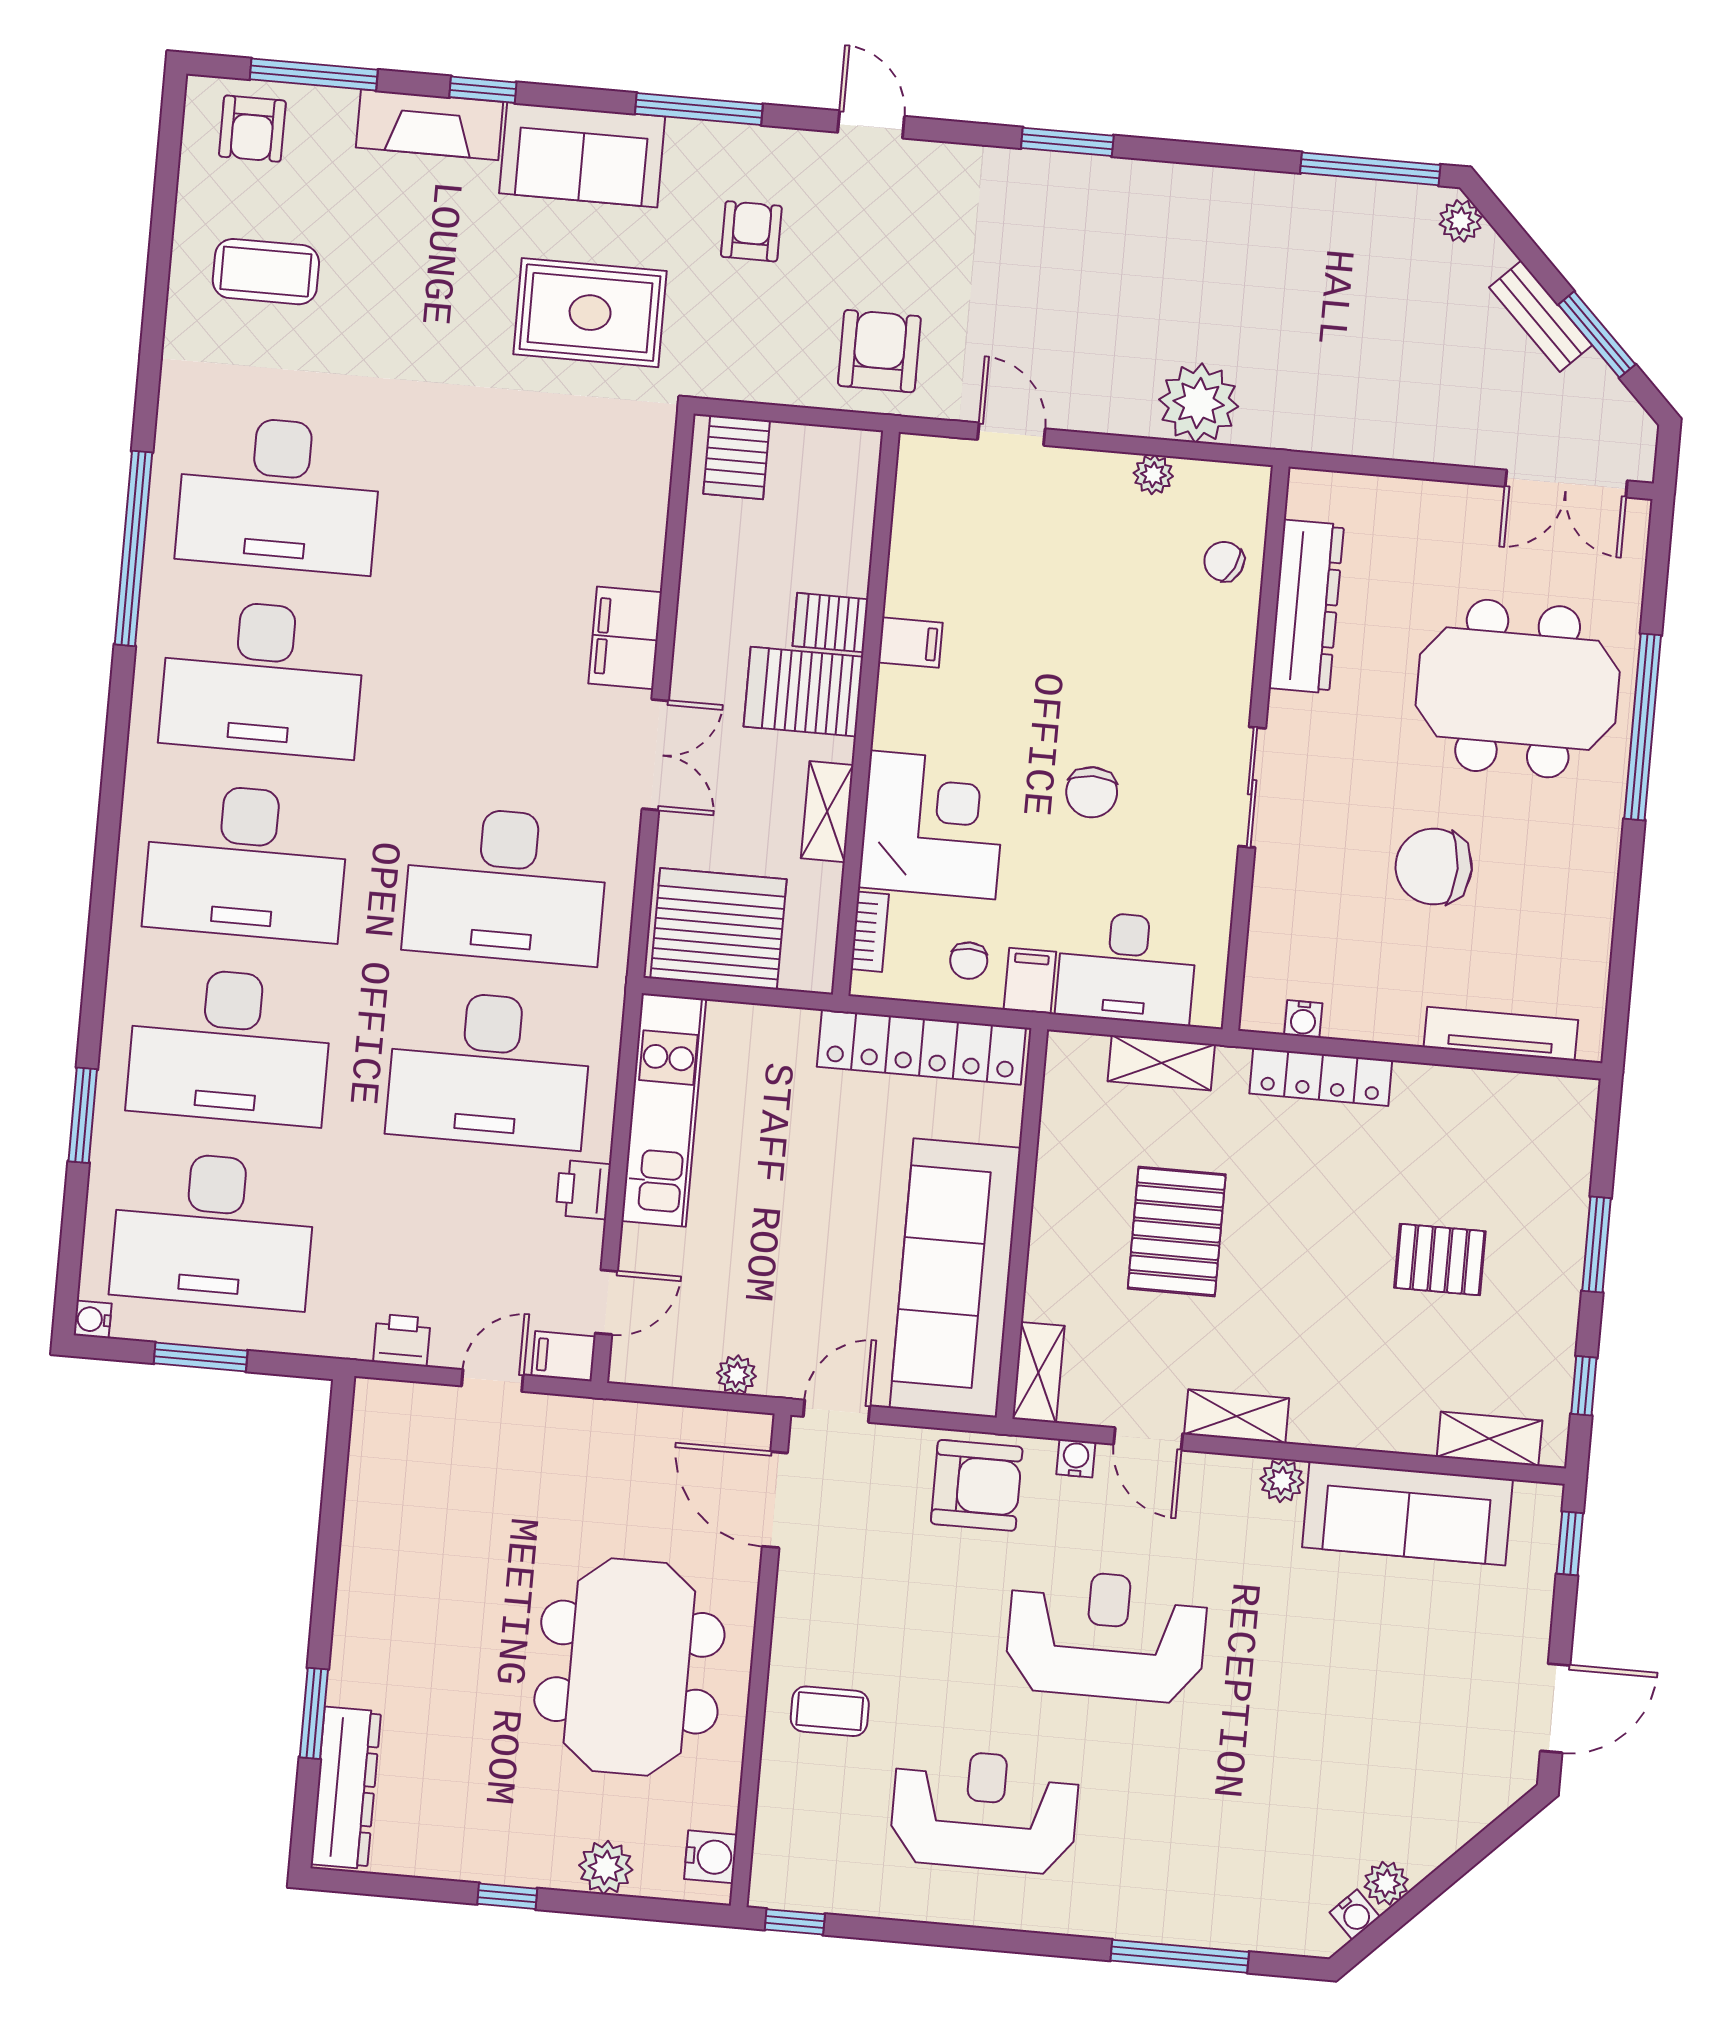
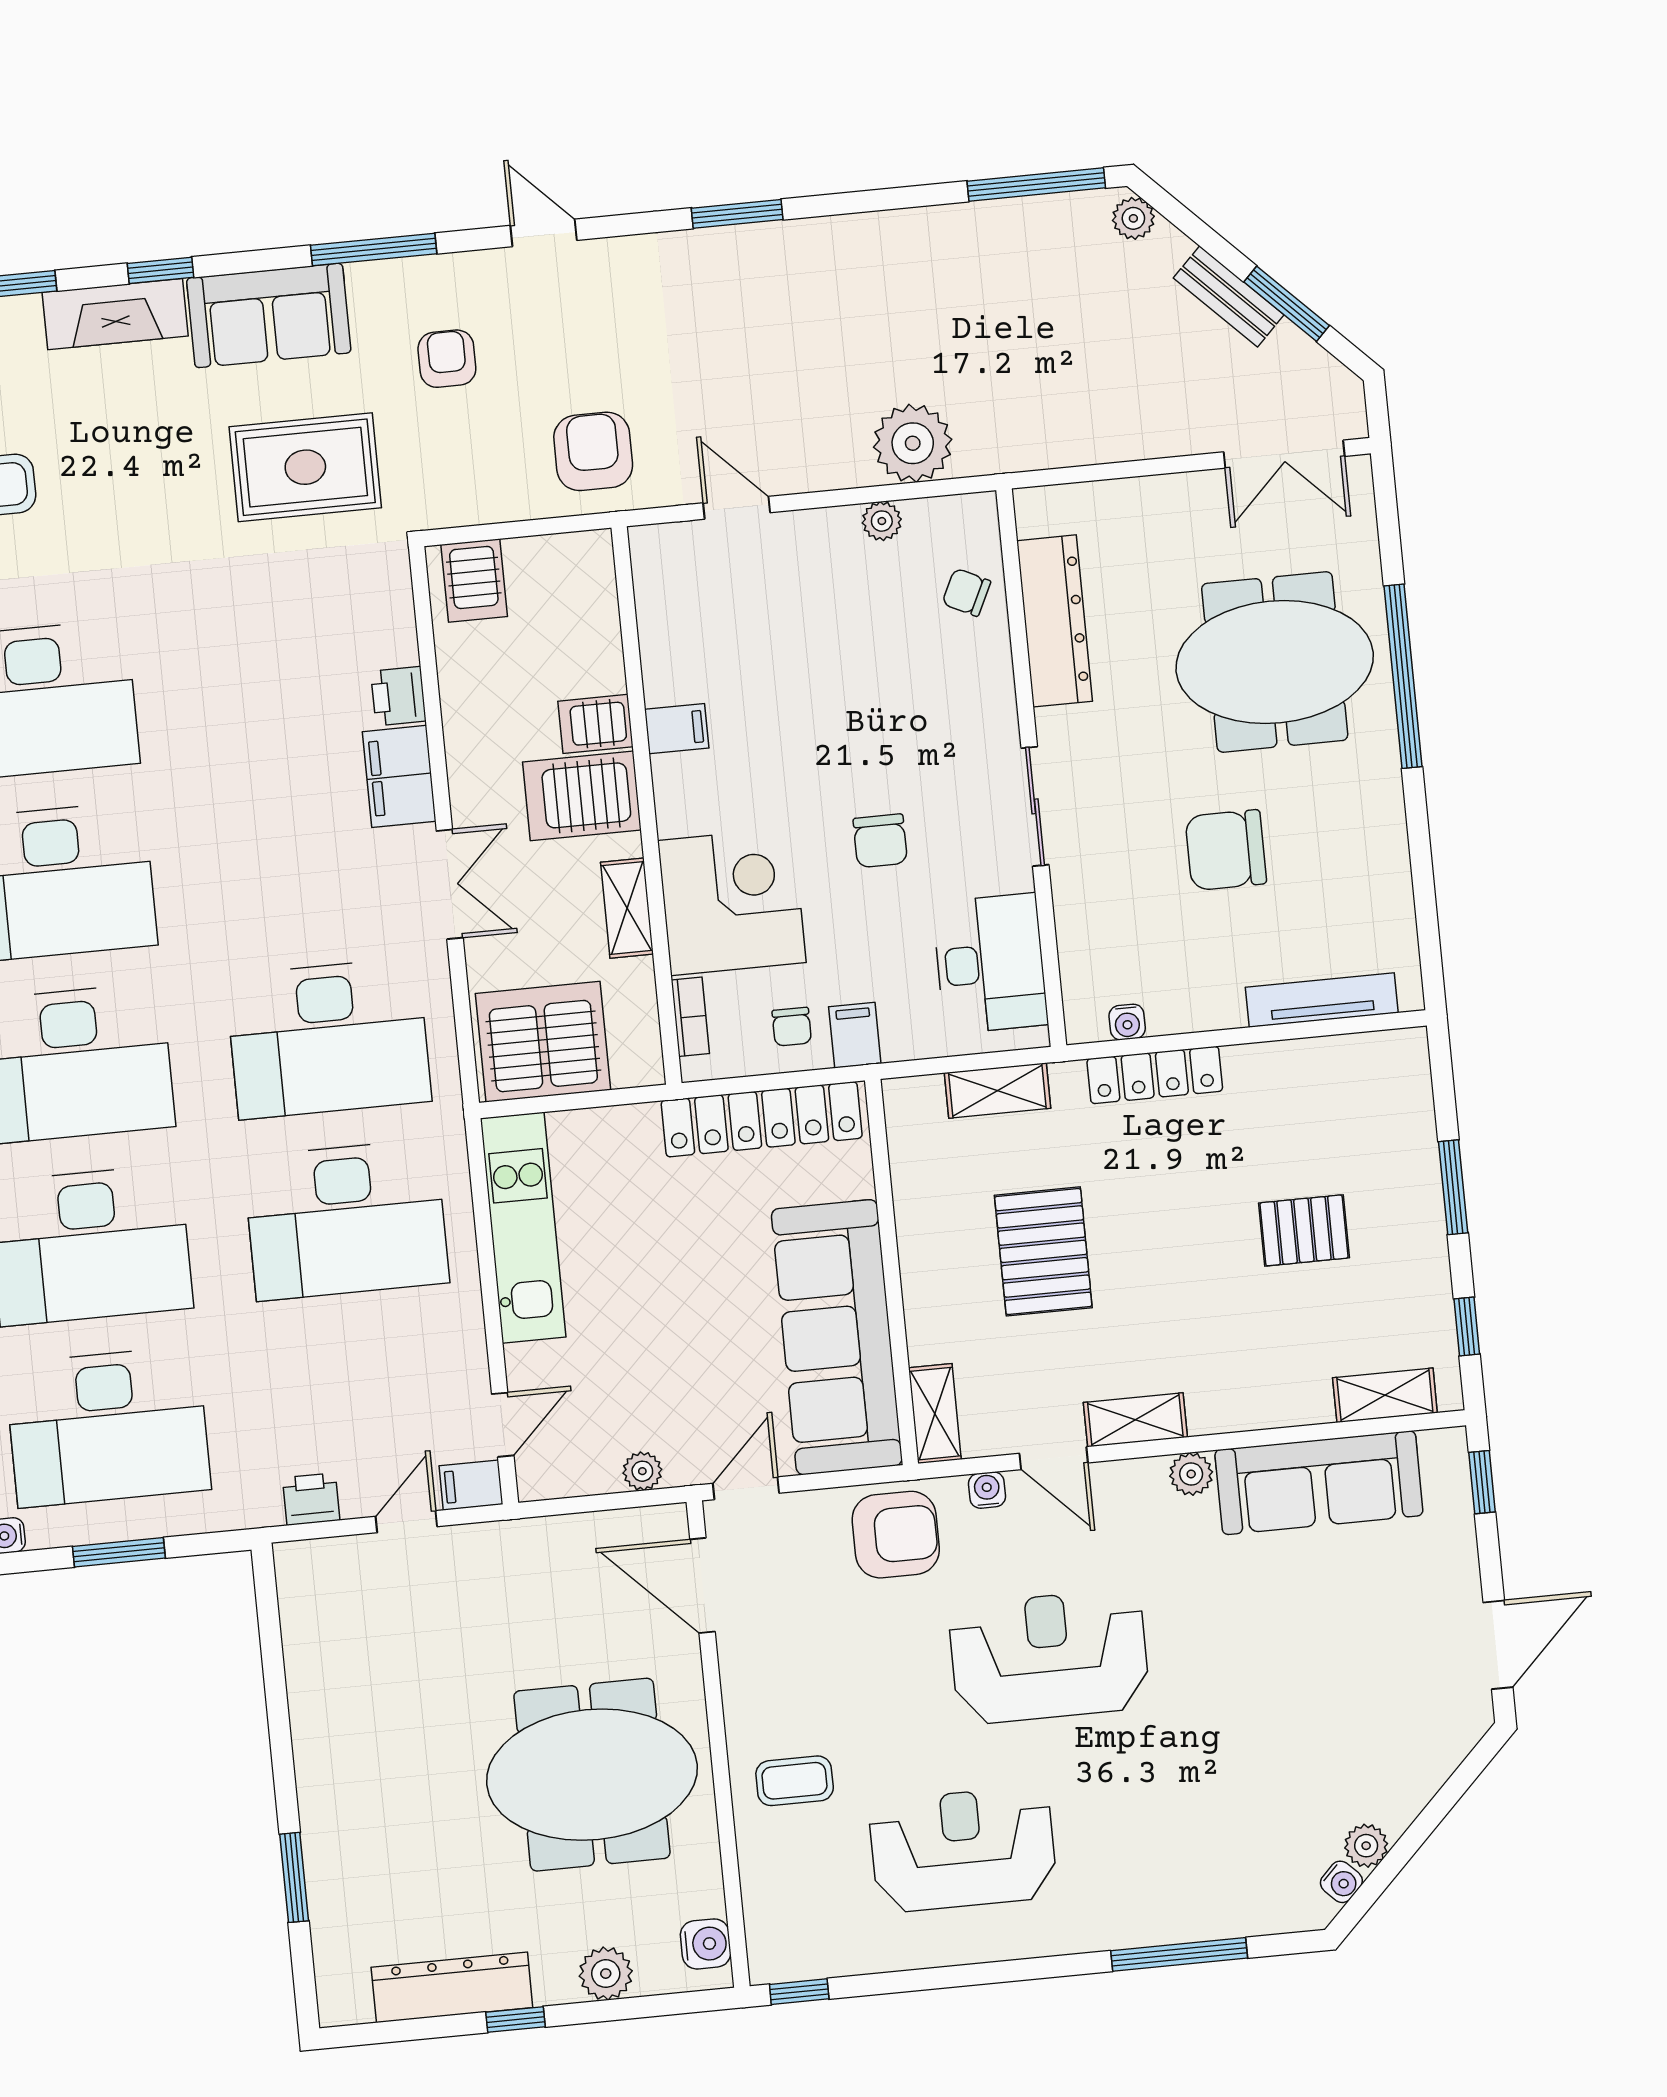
desk: (1126, 968) -> (990, 964), moved, turned -90
printer: (583, 1190) -> (398, 696), moved
meeting table: (629, 1667) -> (592, 1775), turned 90
dresser: (346, 1788) -> (452, 1987), moved, turned -90

